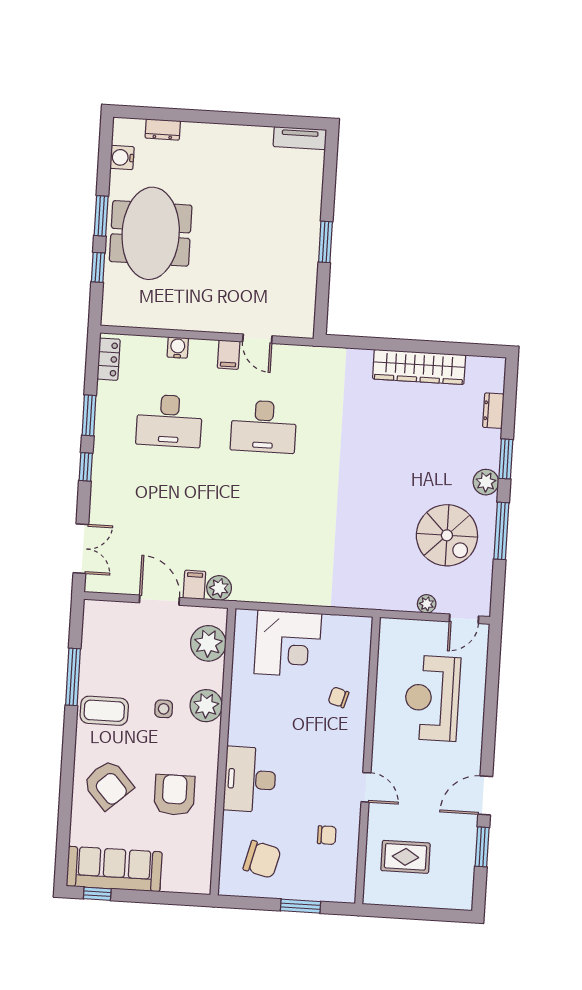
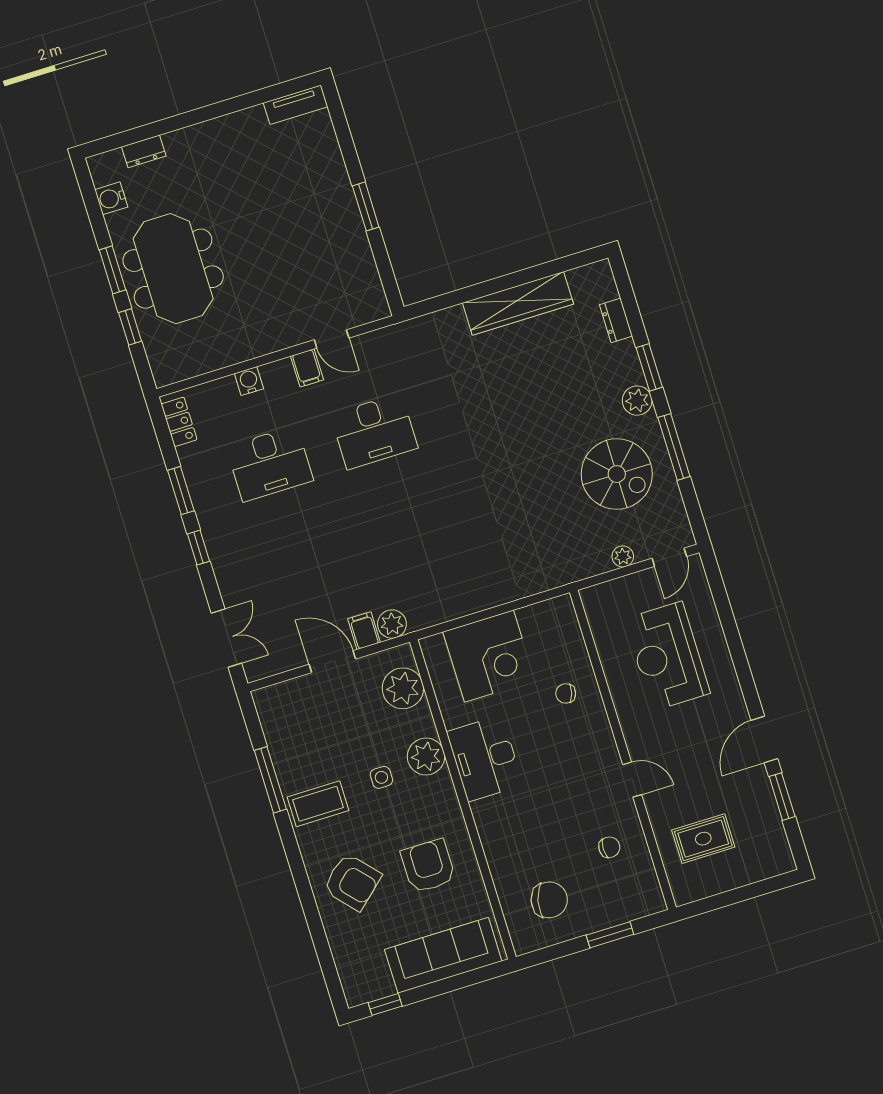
desk: (250, 779) -> (485, 758), moved
sofa: (114, 869) -> (443, 955), moved

